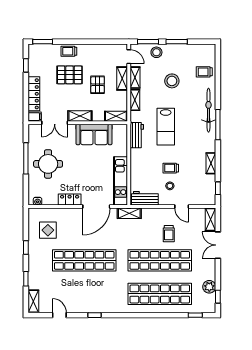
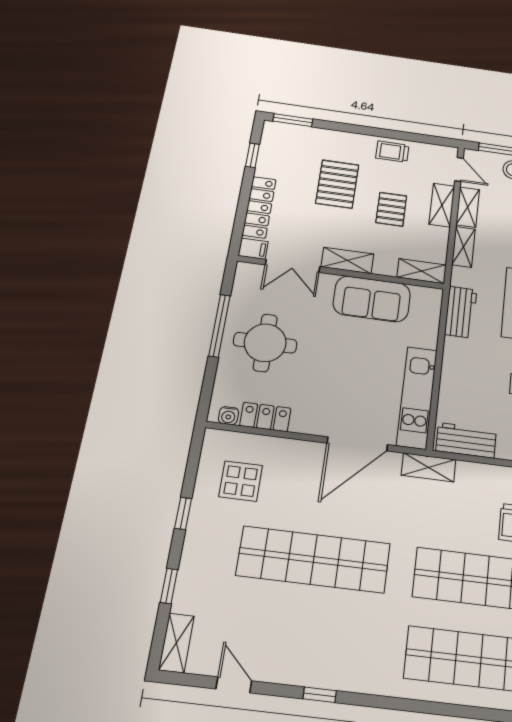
trolley: (69, 51) -> (392, 152), moved
pallet: (70, 75) -> (337, 184), turned 90
locker: (70, 200) -> (265, 417), moved

